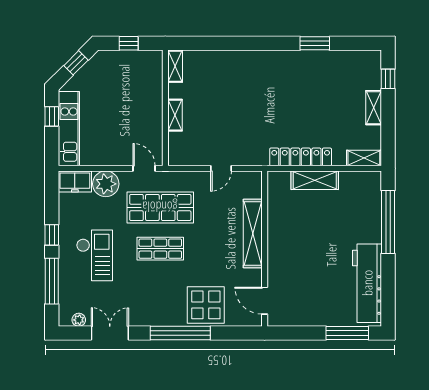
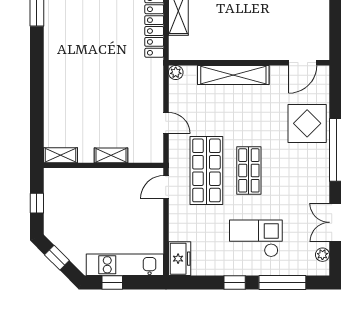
door: (221, 168) -> (166, 123), moved
plant: (106, 184) -> (176, 72), moved, width x0.53, depth x0.53

